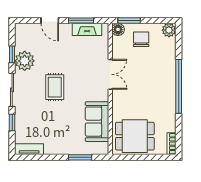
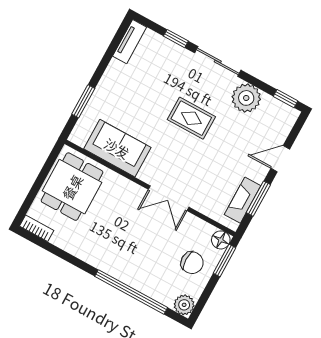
window: (12, 54) -> (286, 99), moved
window: (179, 86) -> (131, 292), moved

